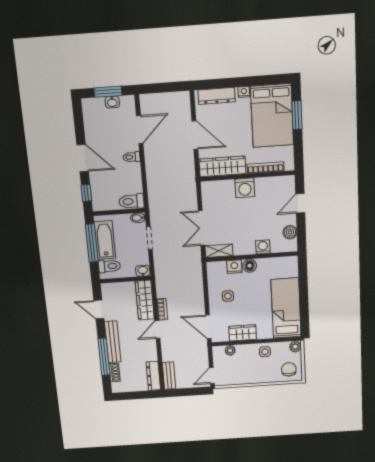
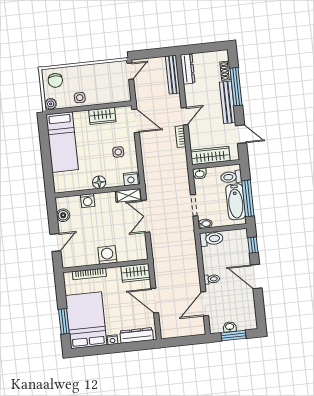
wardrobe: (222, 166) -> (136, 273), width x0.67
double door: (201, 228) -> (146, 216), swing flipped
nightstand: (234, 267) -> (131, 179), moved
wardrobe: (145, 300) -> (210, 156), moved, turned -90
plant: (230, 350) -> (113, 98), removed
bench: (169, 376) -> (173, 75), width x1.36

